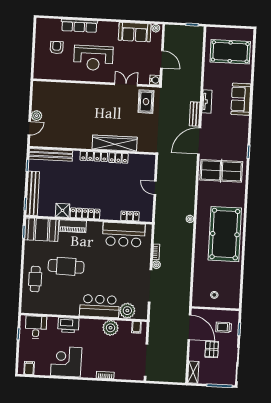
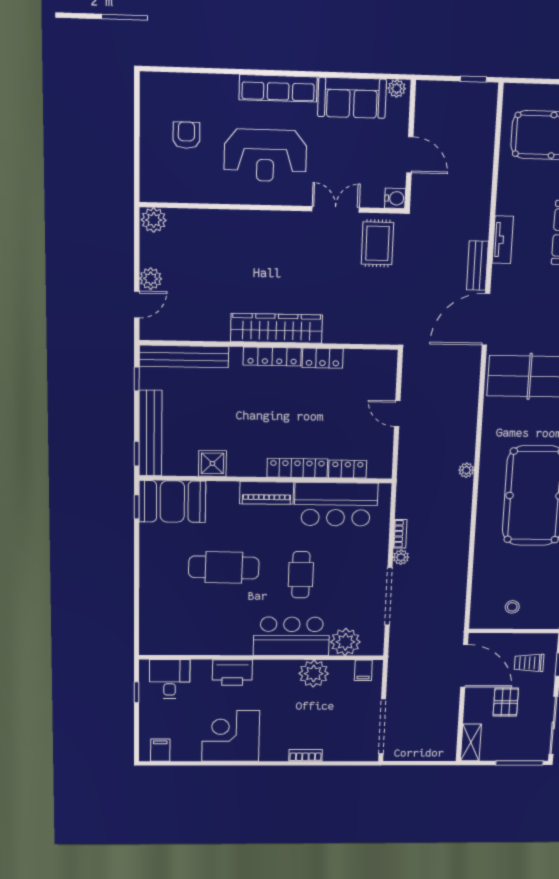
row of seats: (79, 26) -> (278, 88), moved
plant: (39, 87) -> (154, 220), added
wardrobe: (115, 143) -> (276, 328), moved
locker: (85, 213) -> (297, 468), moved
piano: (73, 226) -> (267, 493), moved
cafe table: (35, 279) -> (301, 575), moved

